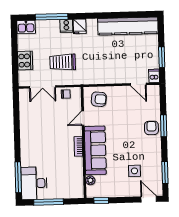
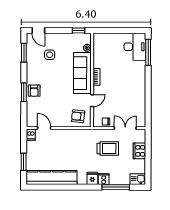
window: (162, 57) -> (24, 162), moved
window: (49, 202) -> (123, 31), removed

